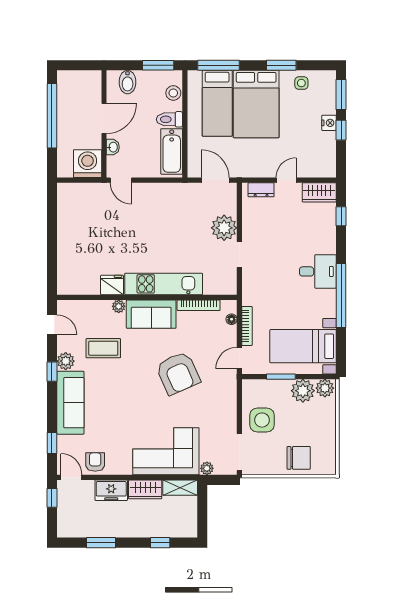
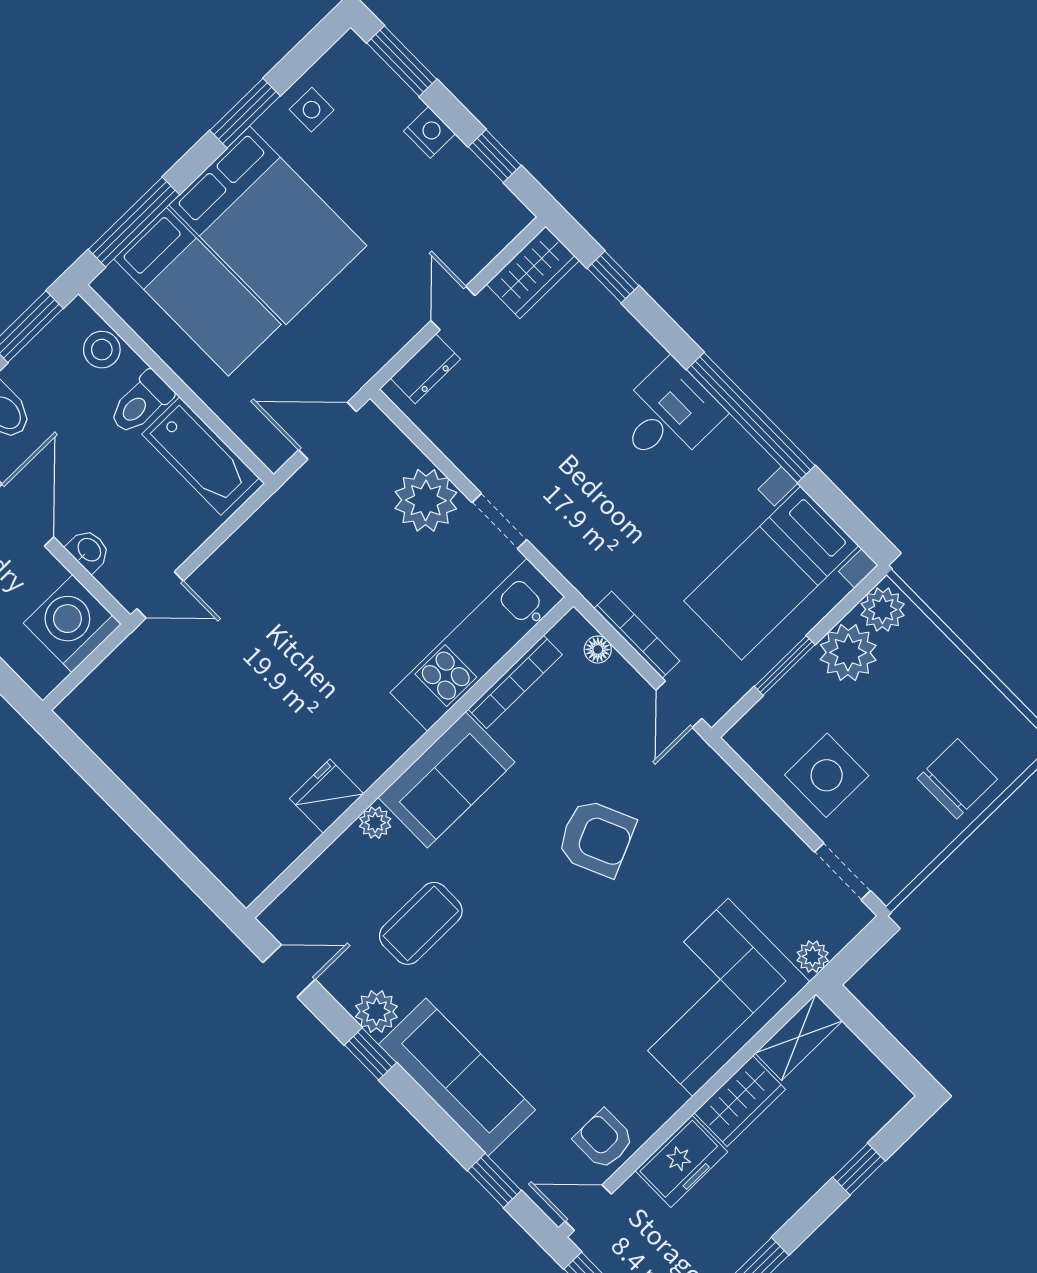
window: (341, 130) -> (495, 156), moved
kitchen unit: (164, 284) -> (477, 645), moved
armchair: (178, 373) -> (596, 838), width x0.73, depth x0.73
doorway: (239, 452) -> (843, 871), width x0.73

